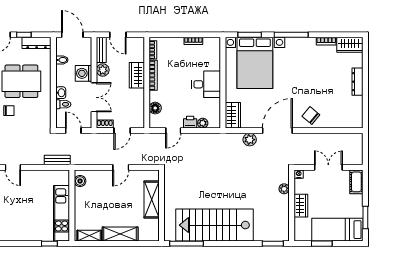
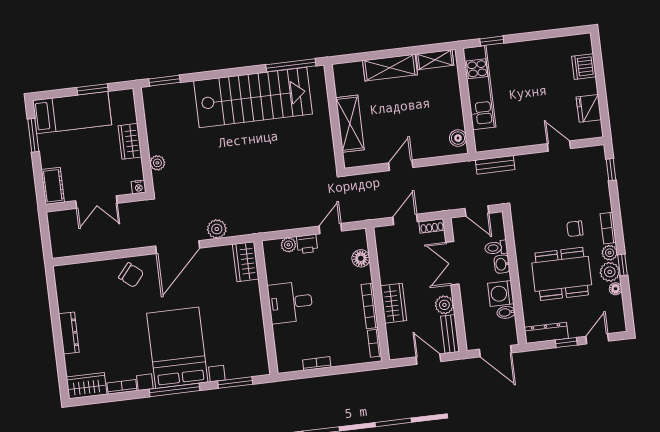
bed with nightstands: (255, 63) -> (177, 348), moved
washing machine: (83, 73) -> (501, 293), moved, turned 180

